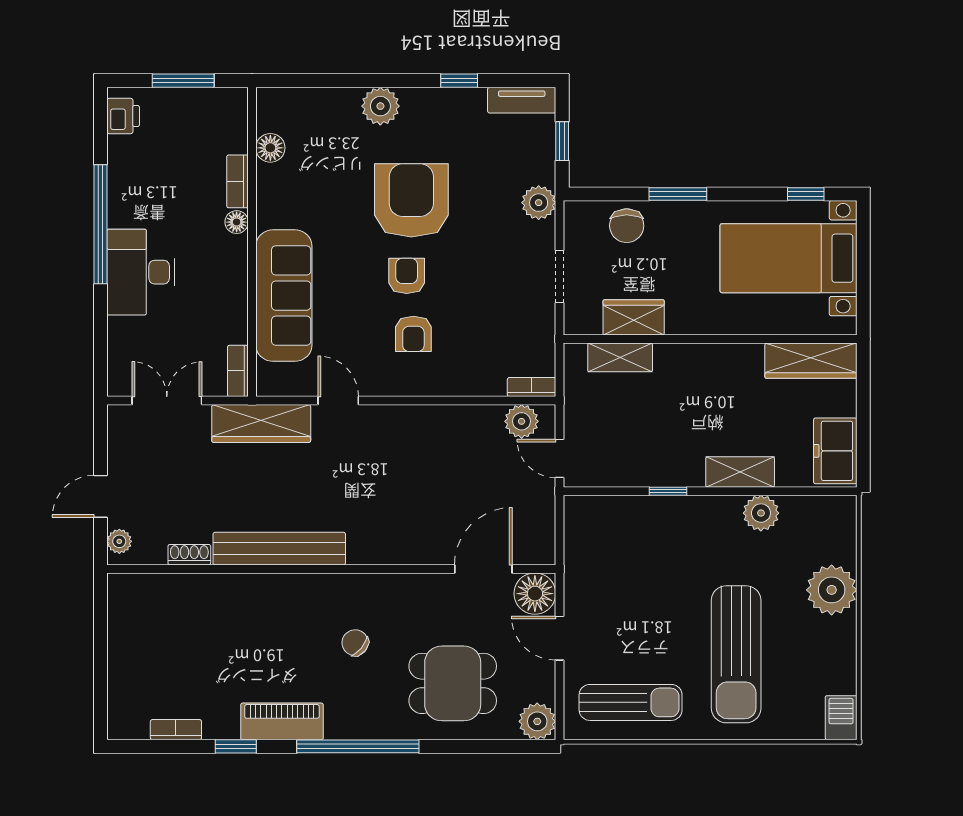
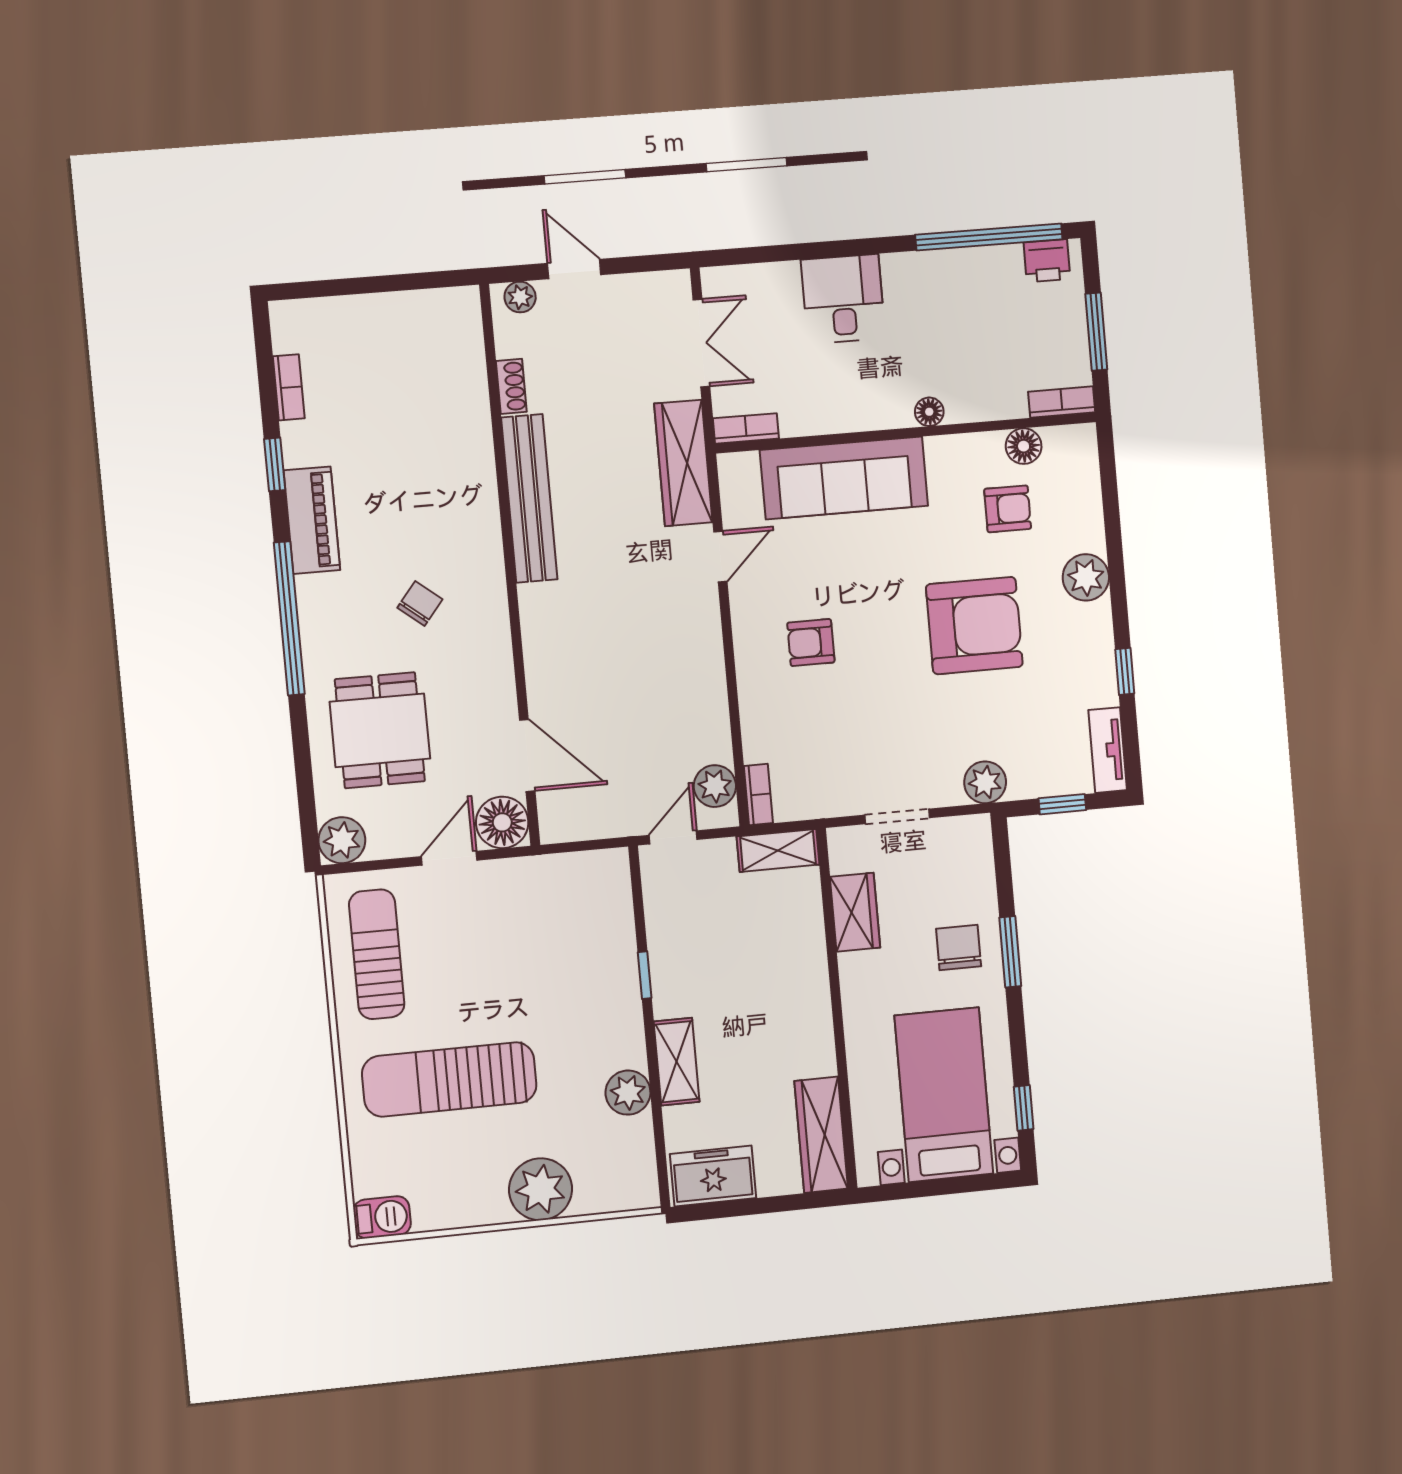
bookcase: (237, 181) -> (1062, 402), moved
window: (100, 224) -> (989, 237), moved
chair: (627, 226) -> (959, 948), moved, turned 90
desk: (141, 272) -> (843, 299), width x0.73
armchair: (407, 276) -> (1008, 509), moved
shelving: (620, 357) -> (778, 850), moved, turned 90
sun lounger: (631, 702) -> (377, 954), turned 180

